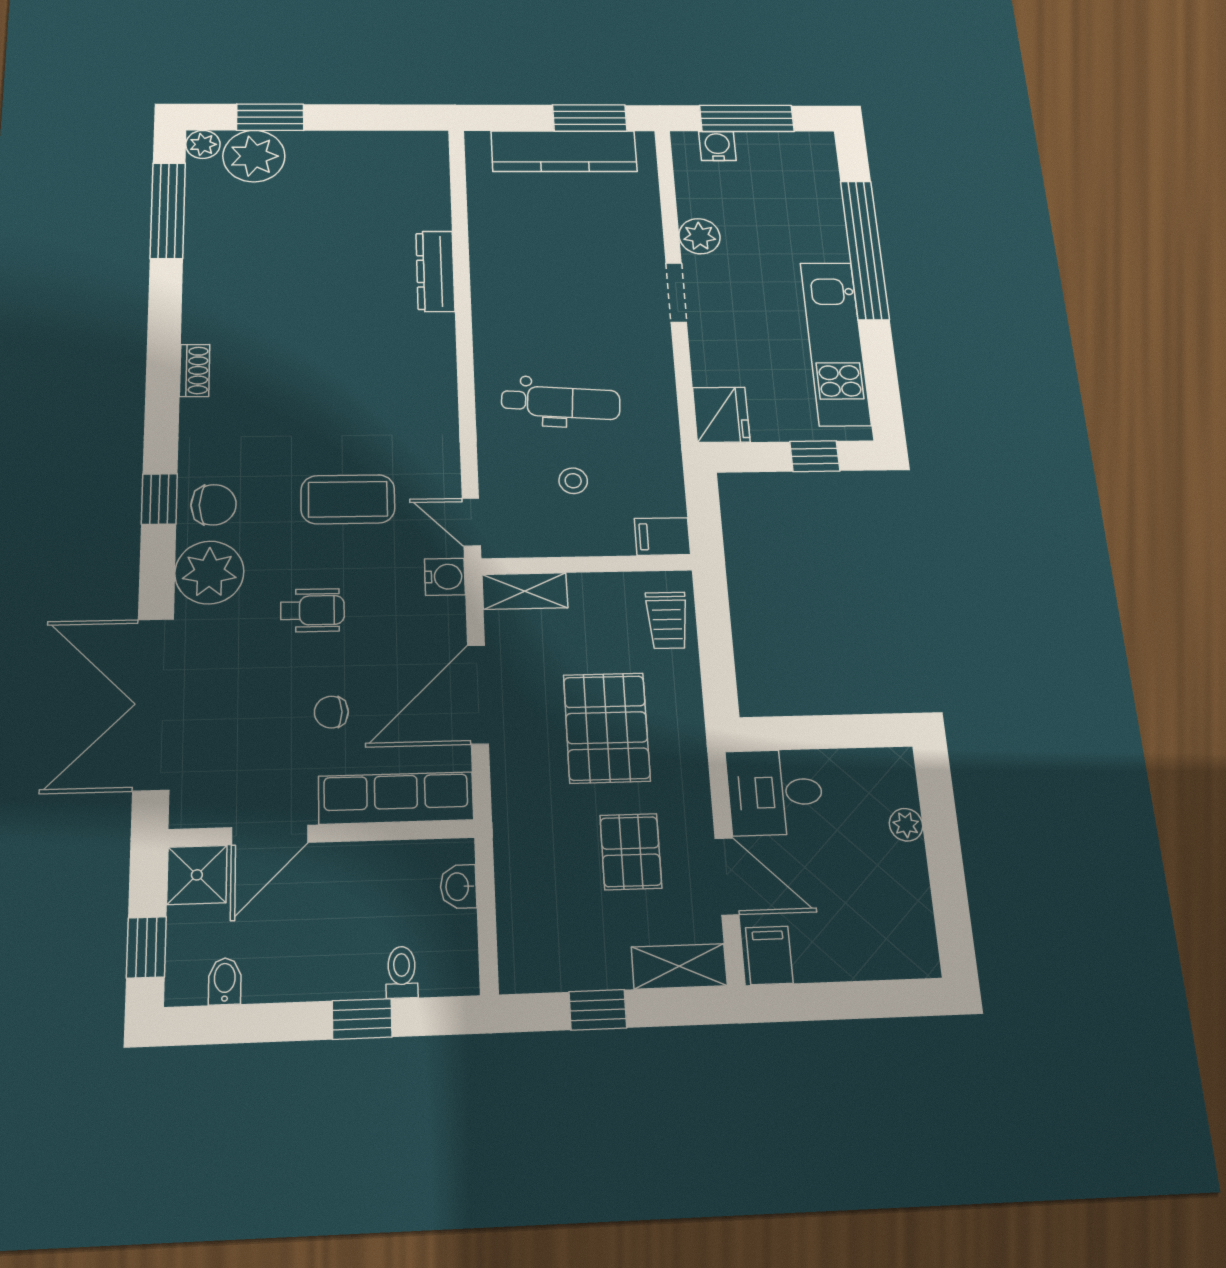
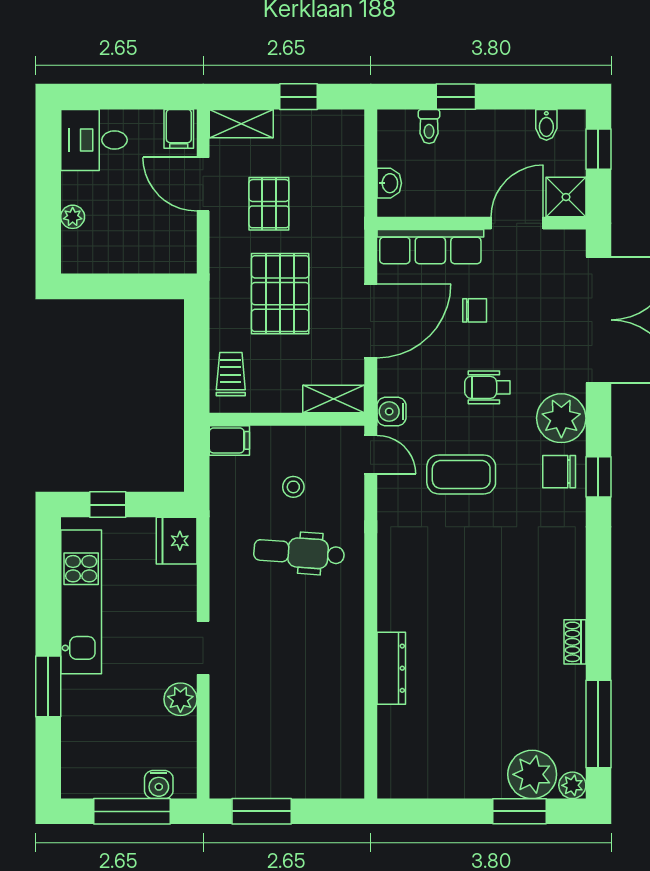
kitchen counter: (564, 151) -> (284, 779), removed
window: (865, 250) -> (48, 686), width x0.47
shoe rack: (195, 370) -> (575, 642), moved
desk: (775, 792) -> (94, 140), moved, turned 180

